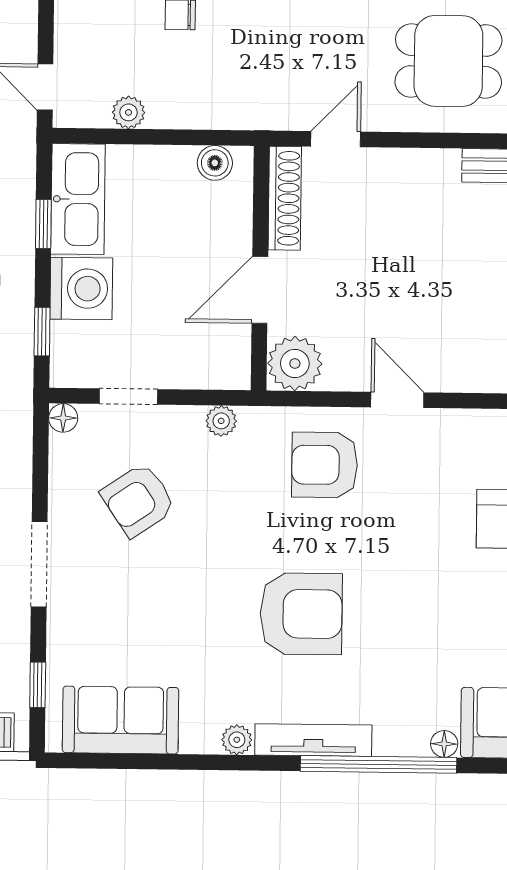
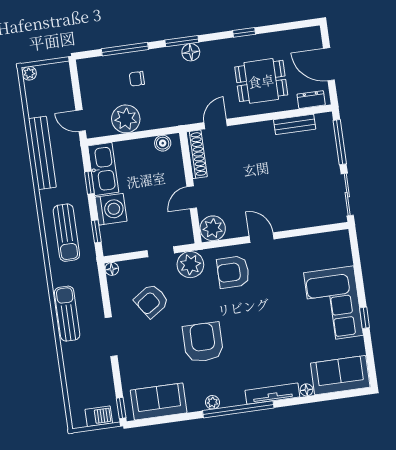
plant: (129, 112) -> (126, 119), width x1.88, depth x1.88
door: (260, 290) -> (192, 197), width x0.73
doorway: (128, 397) -> (161, 252), moved
plant: (221, 421) -> (190, 265), width x1.87, depth x1.87
armchair: (301, 614) -> (203, 342), moved, turned -90
window: (38, 685) -> (121, 408), moved
tv unit: (313, 740) -> (272, 394), moved
window: (379, 764) -> (238, 409), moved

